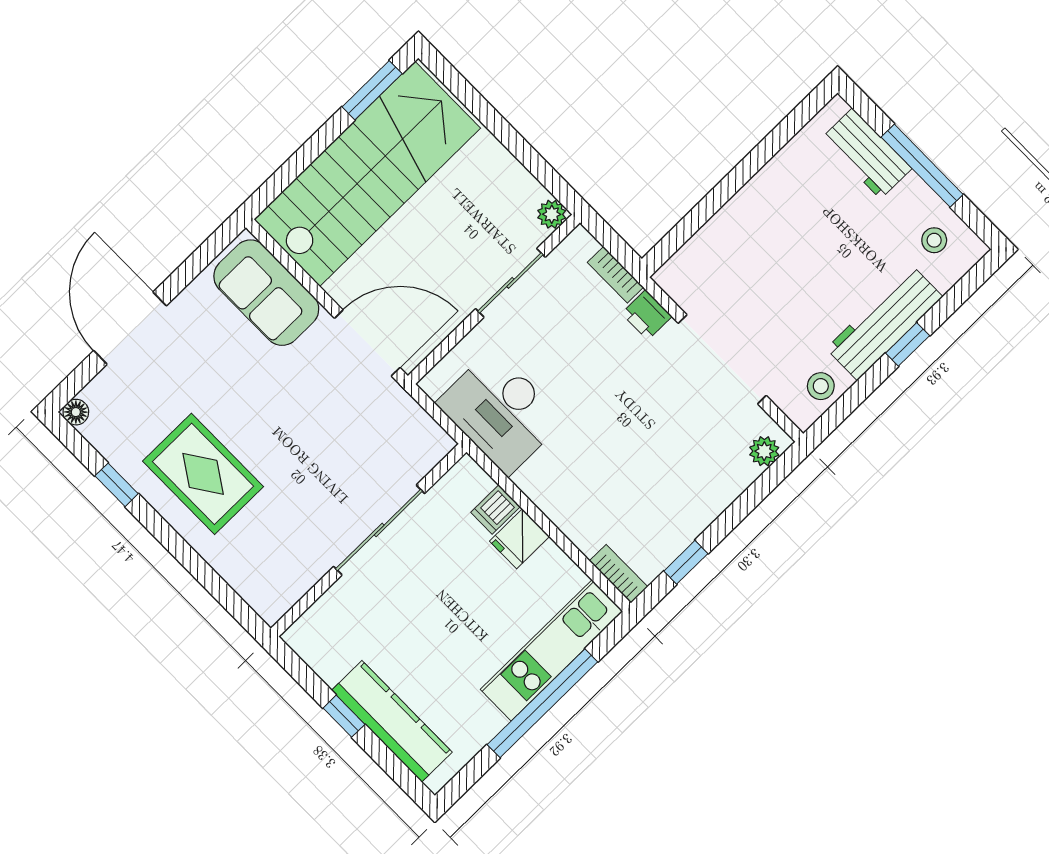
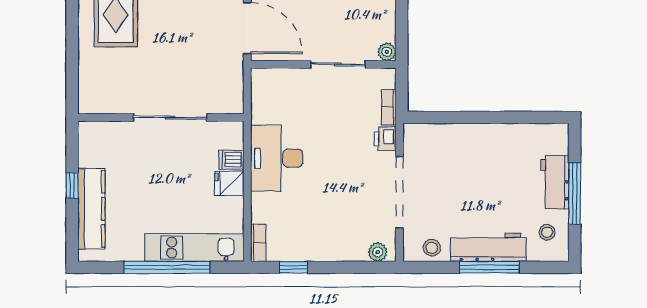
workbench: (866, 154) -> (555, 182), moved
window: (908, 344) -> (489, 267), width x2.17
desk: (500, 412) -> (277, 158), moved

